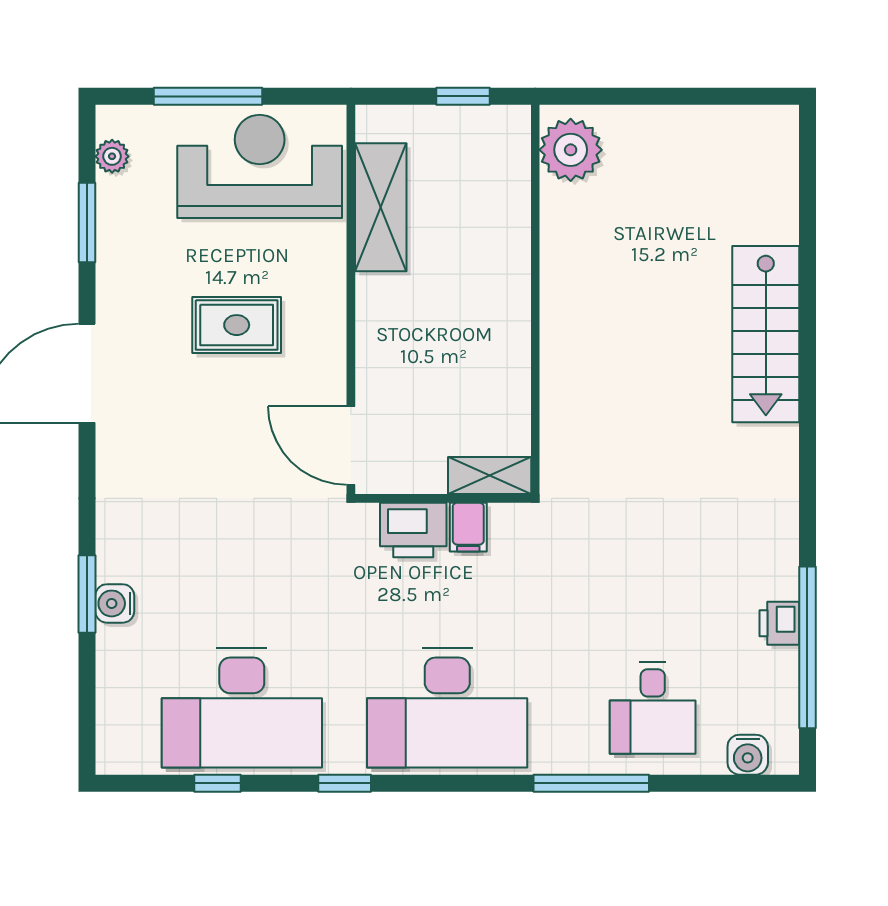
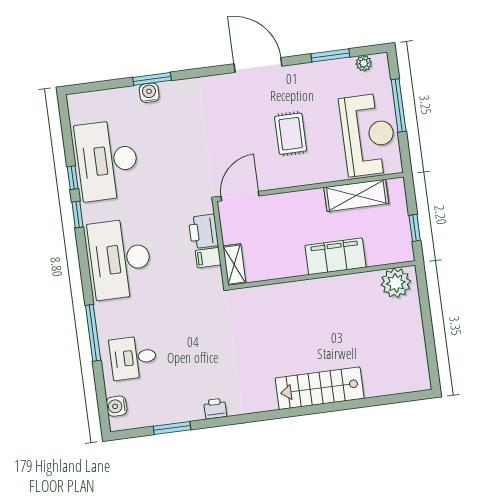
filing cabinet: (500, 266) -> (335, 256), added
printer: (779, 623) -> (215, 409), moved
window: (807, 647) -> (172, 428), width x0.47
window: (218, 783) -> (73, 178), moved

